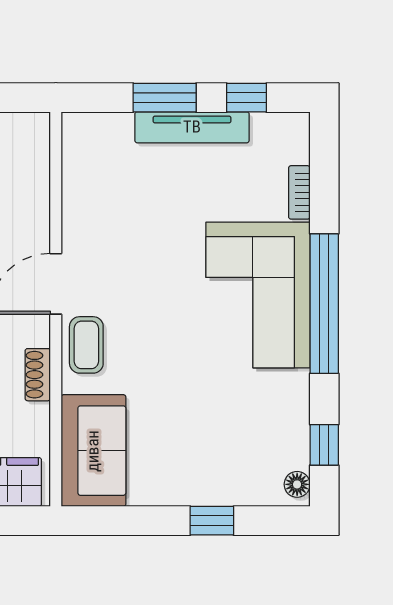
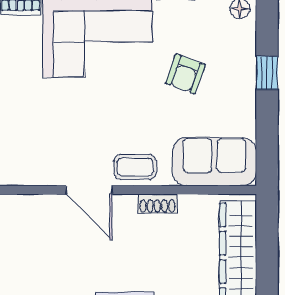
armchair: (210, 412) -> (185, 74), added

